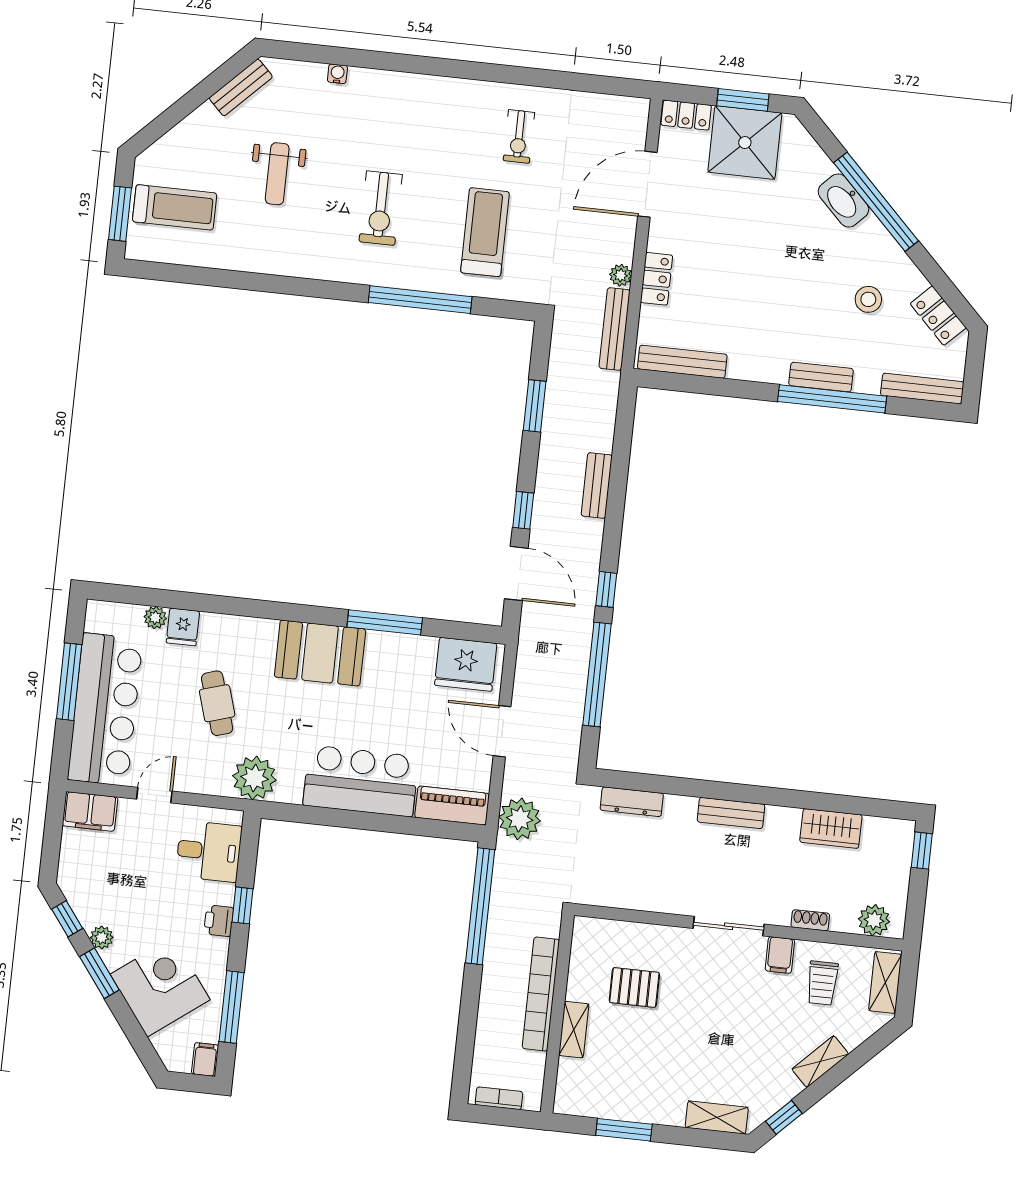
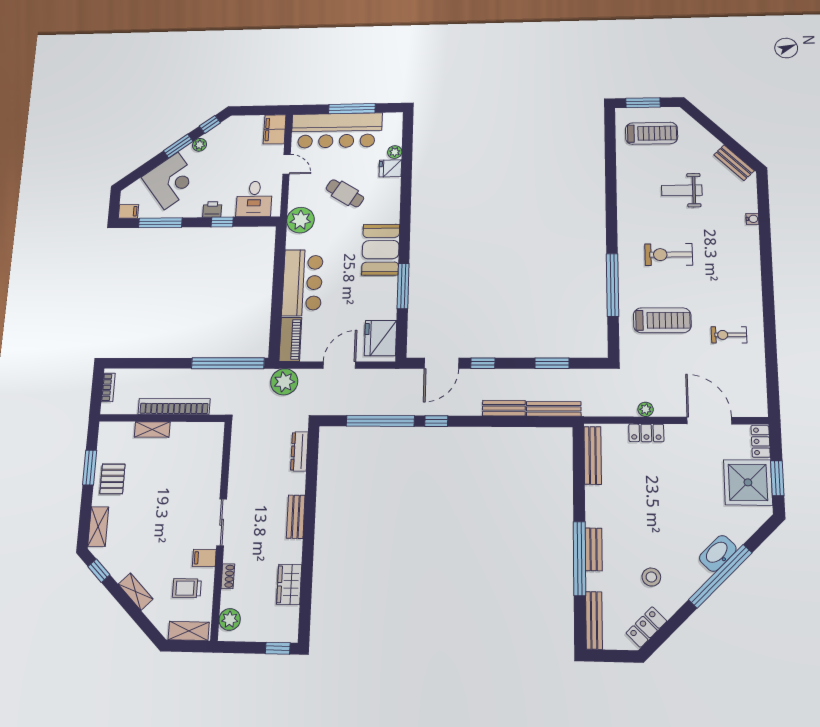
treadmill: (175, 207) -> (652, 133), turned -90
bench: (615, 329) -> (554, 409), moved
cafe table: (217, 703) -> (345, 193), turned 49
pallet: (634, 987) -> (112, 479), moved

